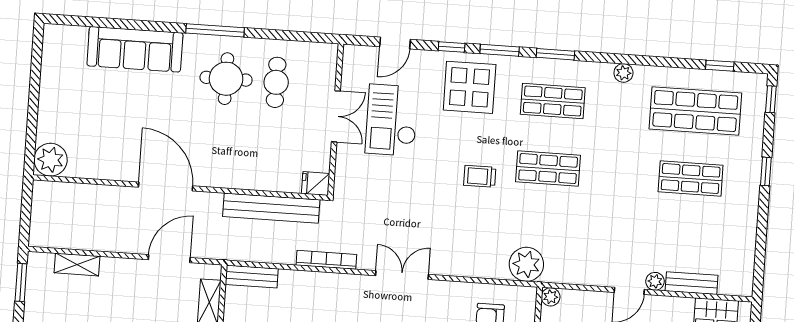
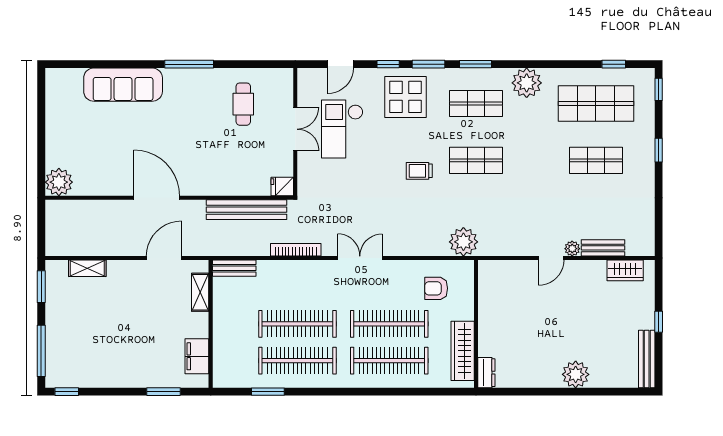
plant: (623, 73) -> (527, 83), width x1.88, depth x1.88
round table: (226, 79) -> (201, 104), removed
plant: (551, 297) -> (486, 268), removed

